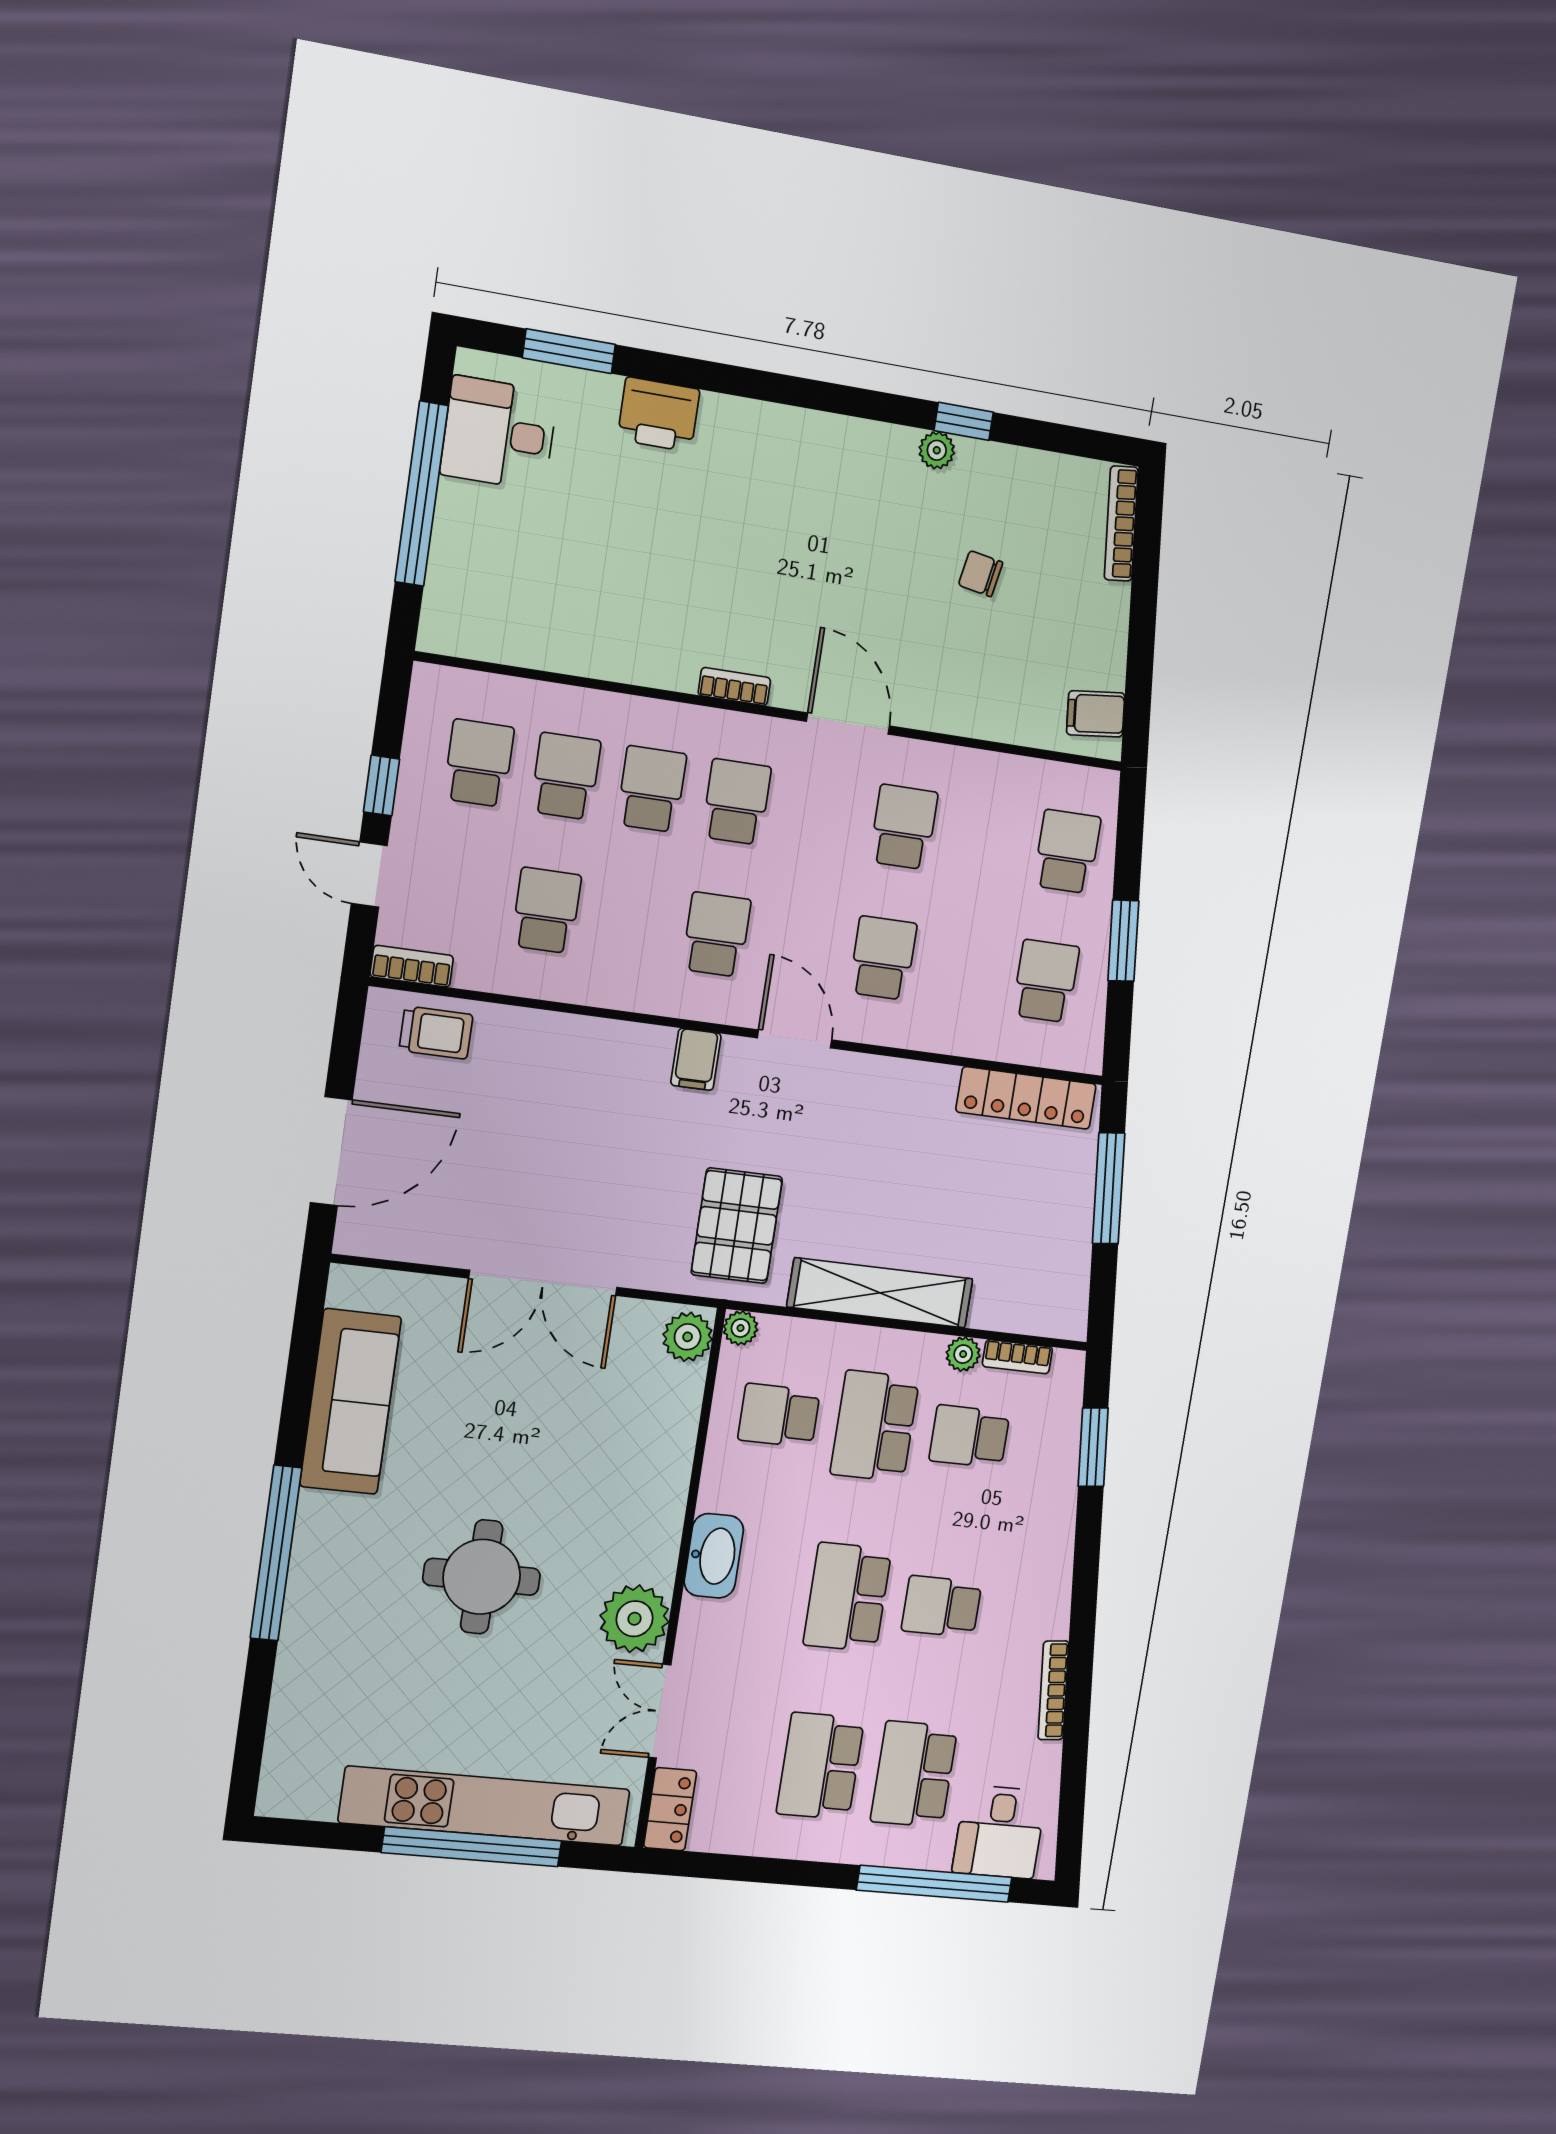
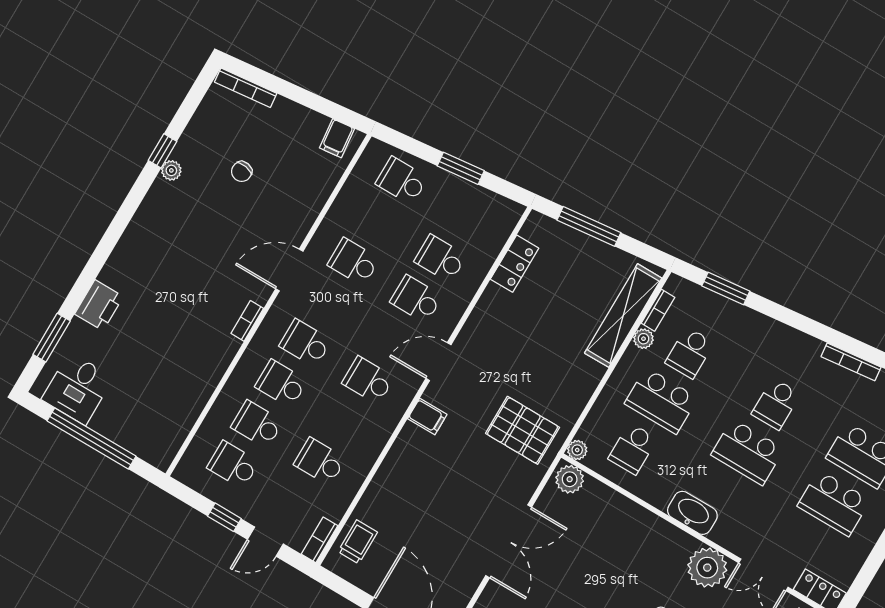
school desk: (1046, 981) -> (440, 258), moved
locker: (1026, 1098) -> (515, 264), width x0.66
shelving: (880, 1293) -> (623, 316), moved

